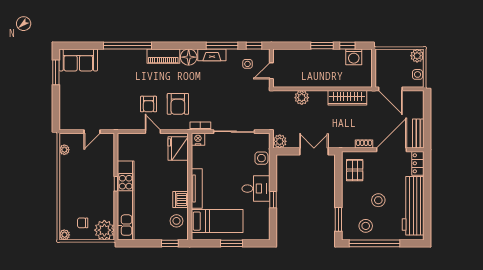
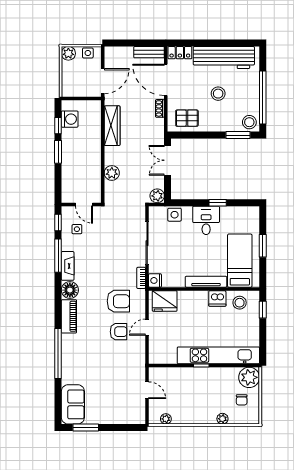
stool: (366, 226) -> (249, 122), moved
plant: (64, 235) -> (222, 419), moved

